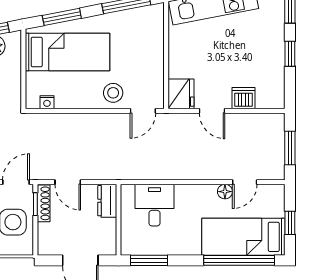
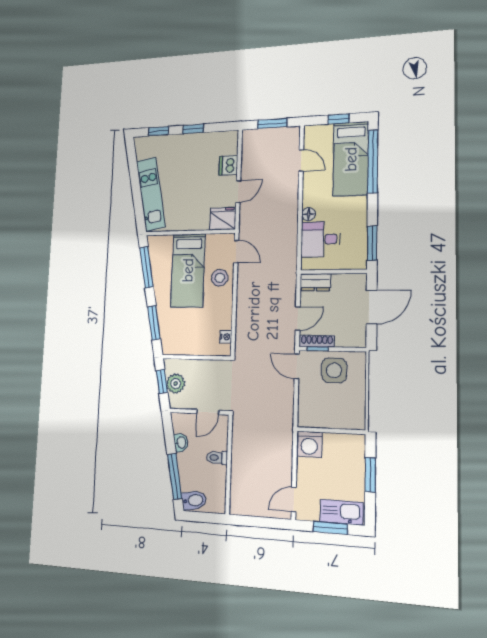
bed: (67, 52) -> (188, 270), moved, turned 180
floor lamp: (225, 192) -> (308, 214), moved

